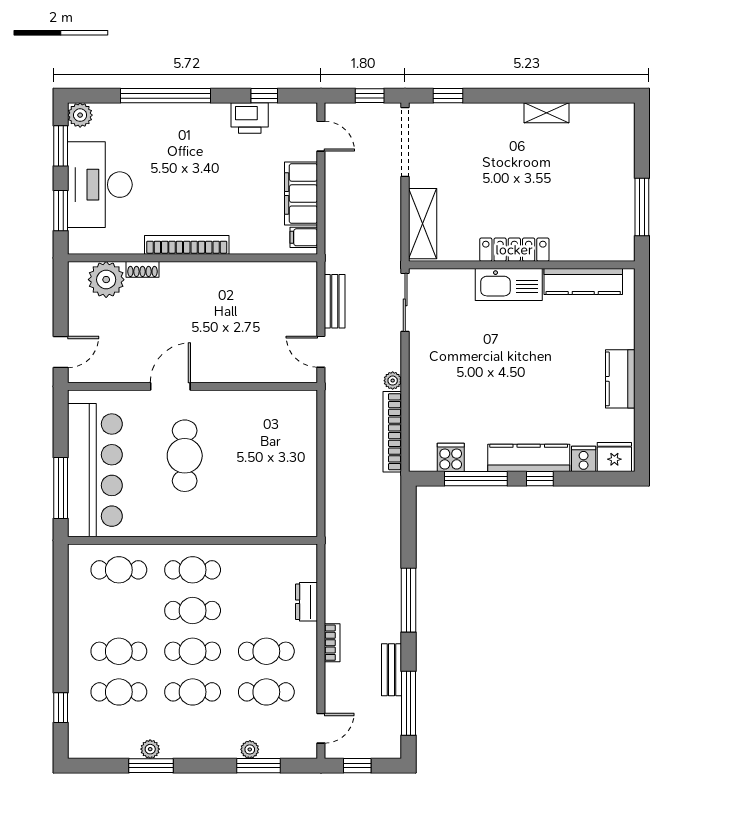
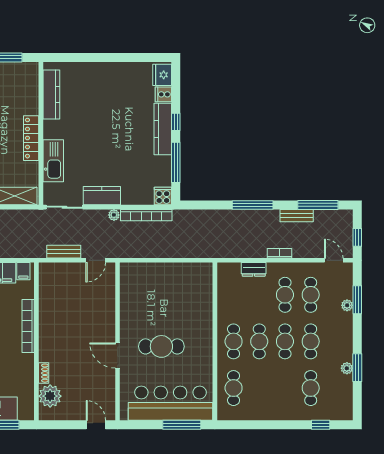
bookcase: (187, 245) -> (28, 326), moved
kitchen sink: (509, 284) -> (53, 161), moved
kitchen counter: (620, 379) -> (102, 196), moved, turned 180
cooker: (451, 457) -> (163, 196), moved, turned 90
cafe table: (119, 651) -> (285, 388), removed

